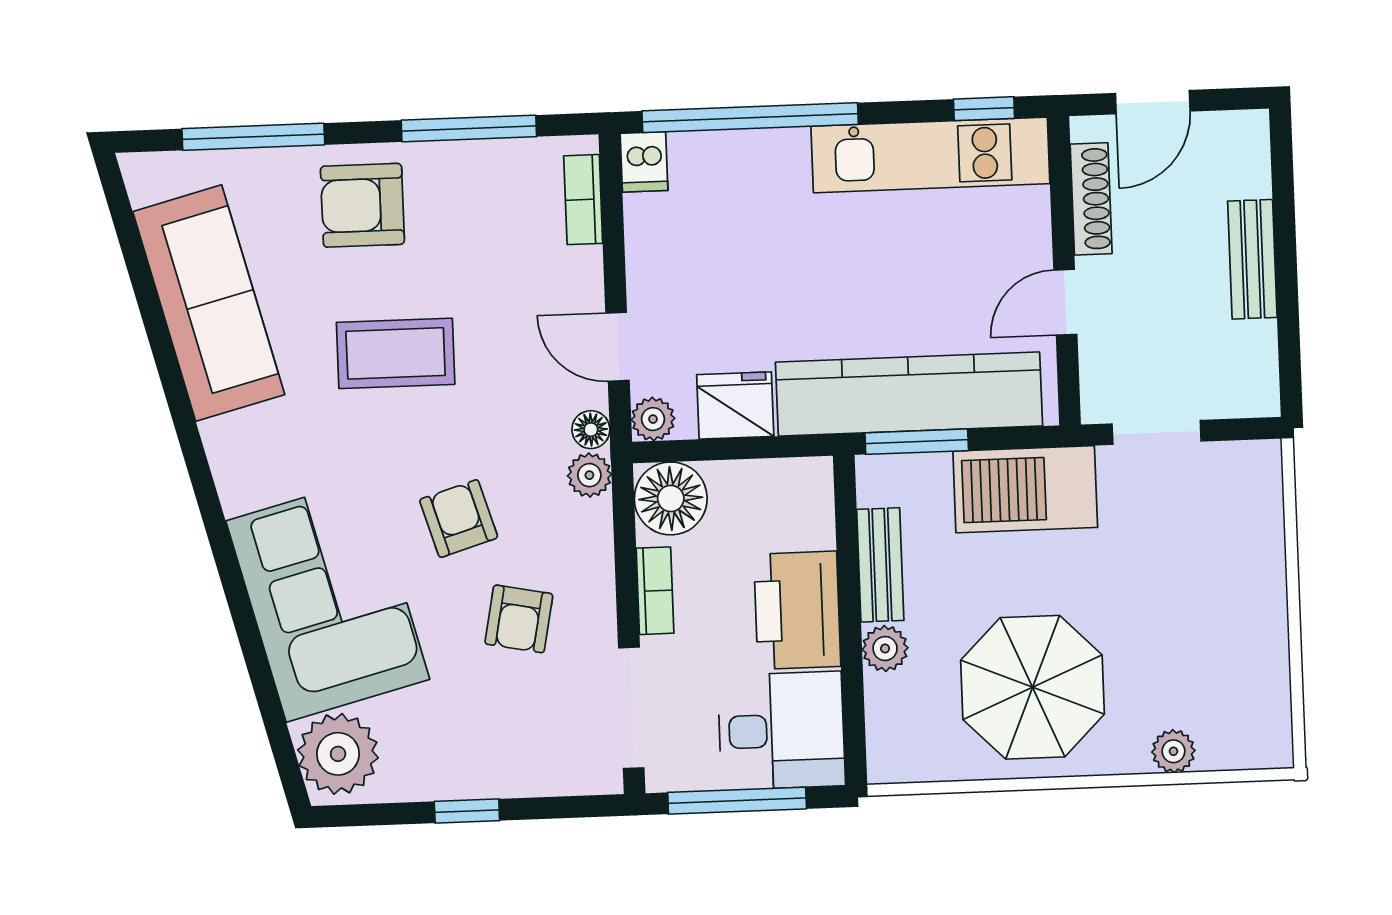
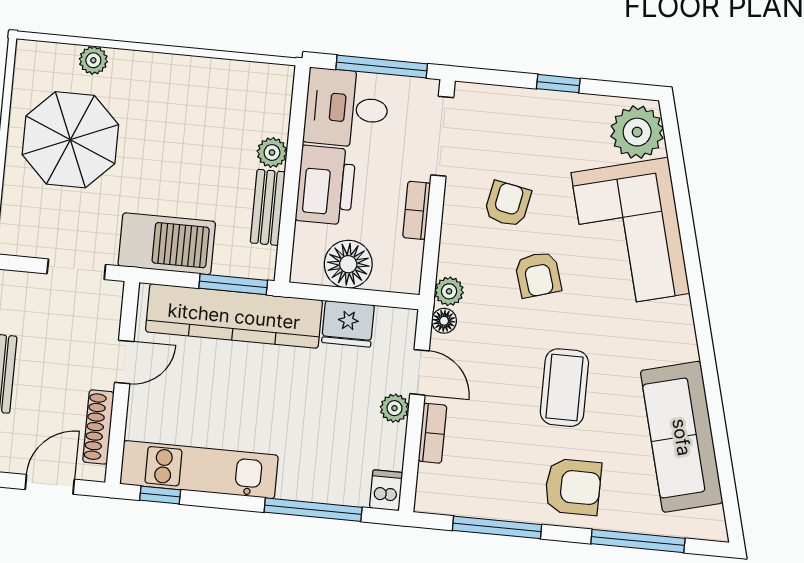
window: (750, 118) -> (313, 510), width x0.68
bookcase: (583, 200) -> (432, 433), moved
coffee table: (396, 353) -> (564, 388), turned 90
plant: (653, 419) -> (394, 408), moved
floor lamp: (671, 498) -> (348, 264), moved
parasol: (1033, 687) -> (70, 140), moved

